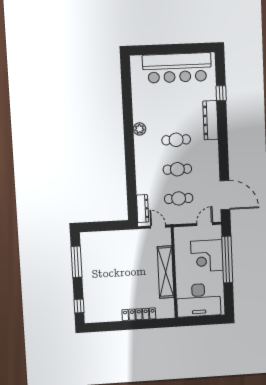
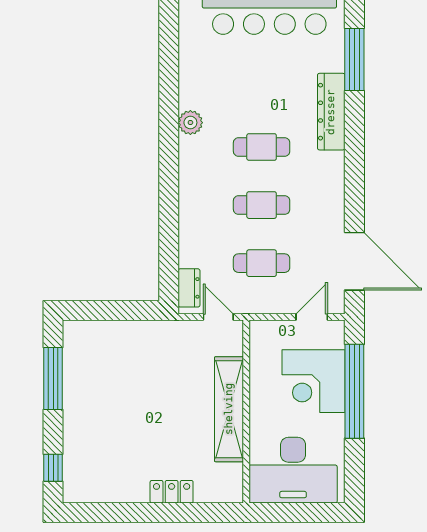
window: (221, 93) -> (354, 60), width x2.17
dresser: (143, 209) -> (189, 288), width x0.70
locker: (139, 314) -> (172, 492), width x0.66

